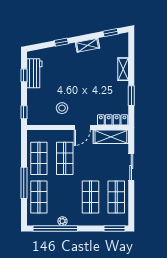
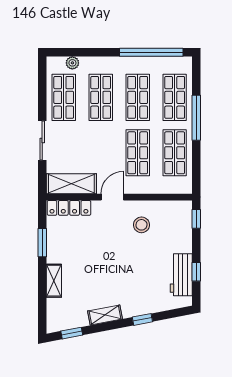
shop shelf: (65, 197) -> (138, 97), added
plant: (62, 221) -> (72, 63), moved
window: (114, 228) -> (66, 52), removed

